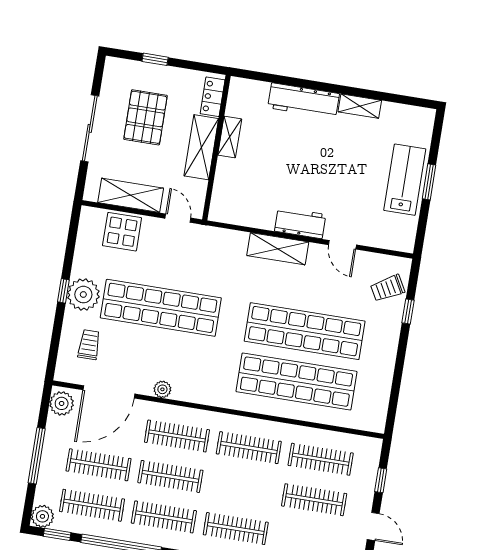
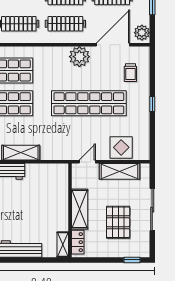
window: (155, 59) -> (132, 260), moved
shelving: (230, 137) -> (63, 245), moved
door: (178, 218) -> (87, 162), swing flipped
plant: (83, 295) -> (139, 104), removed
plant: (162, 389) -> (79, 57), width x1.87, depth x1.87

